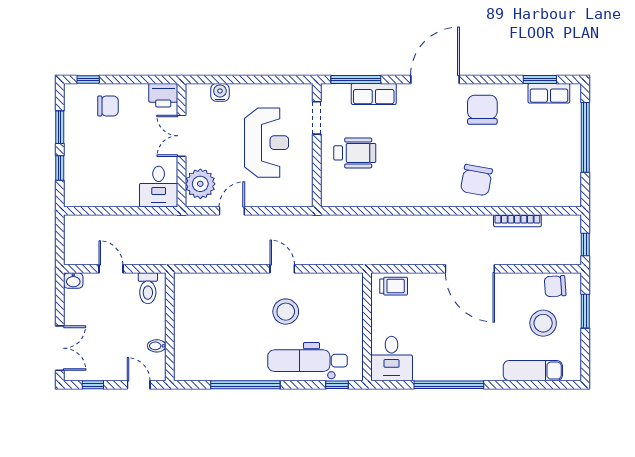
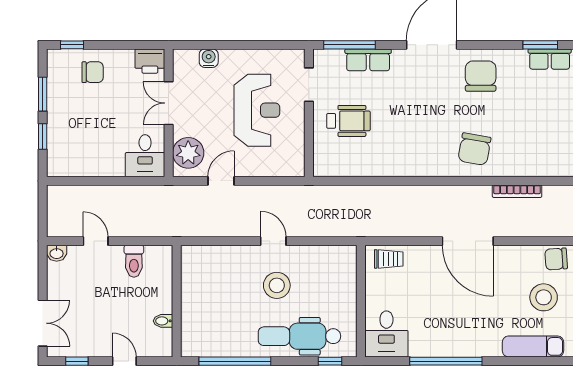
wall: (170, 327) -> (177, 301), moved
bidet: (157, 346) -> (163, 321), moved

